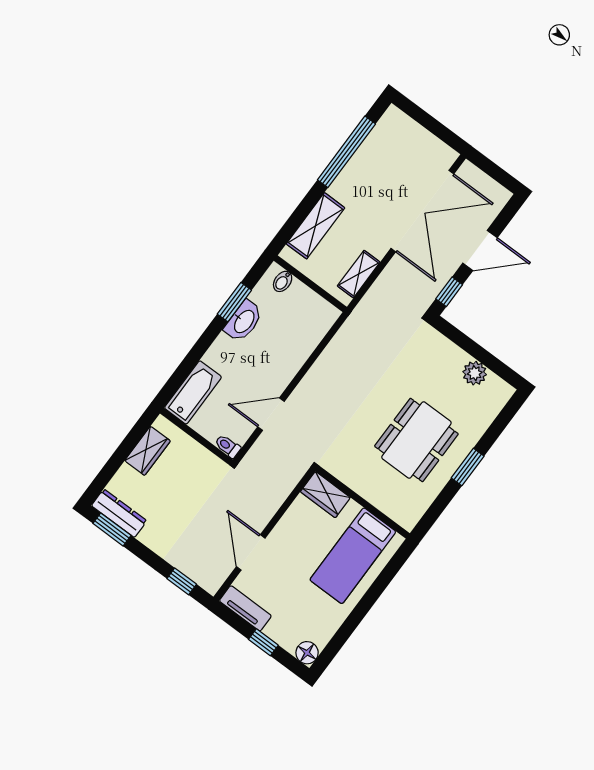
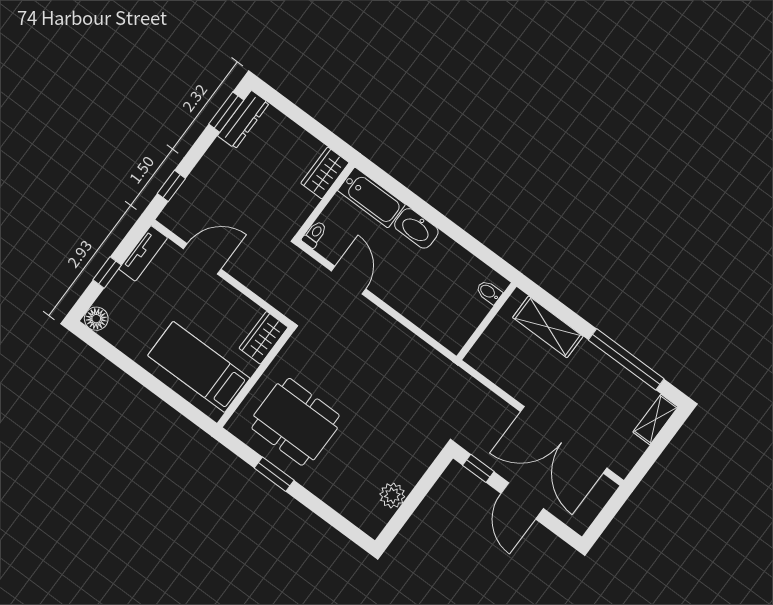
shelving: (359, 274) -> (655, 419), moved, turned 90
window: (234, 302) -> (467, 241), removed
washbasin: (244, 321) -> (416, 228), moved
dining table: (416, 440) -> (296, 422), moved
wardrobe: (148, 451) -> (325, 173), moved, turned 90
window: (468, 467) -> (274, 474), moved

